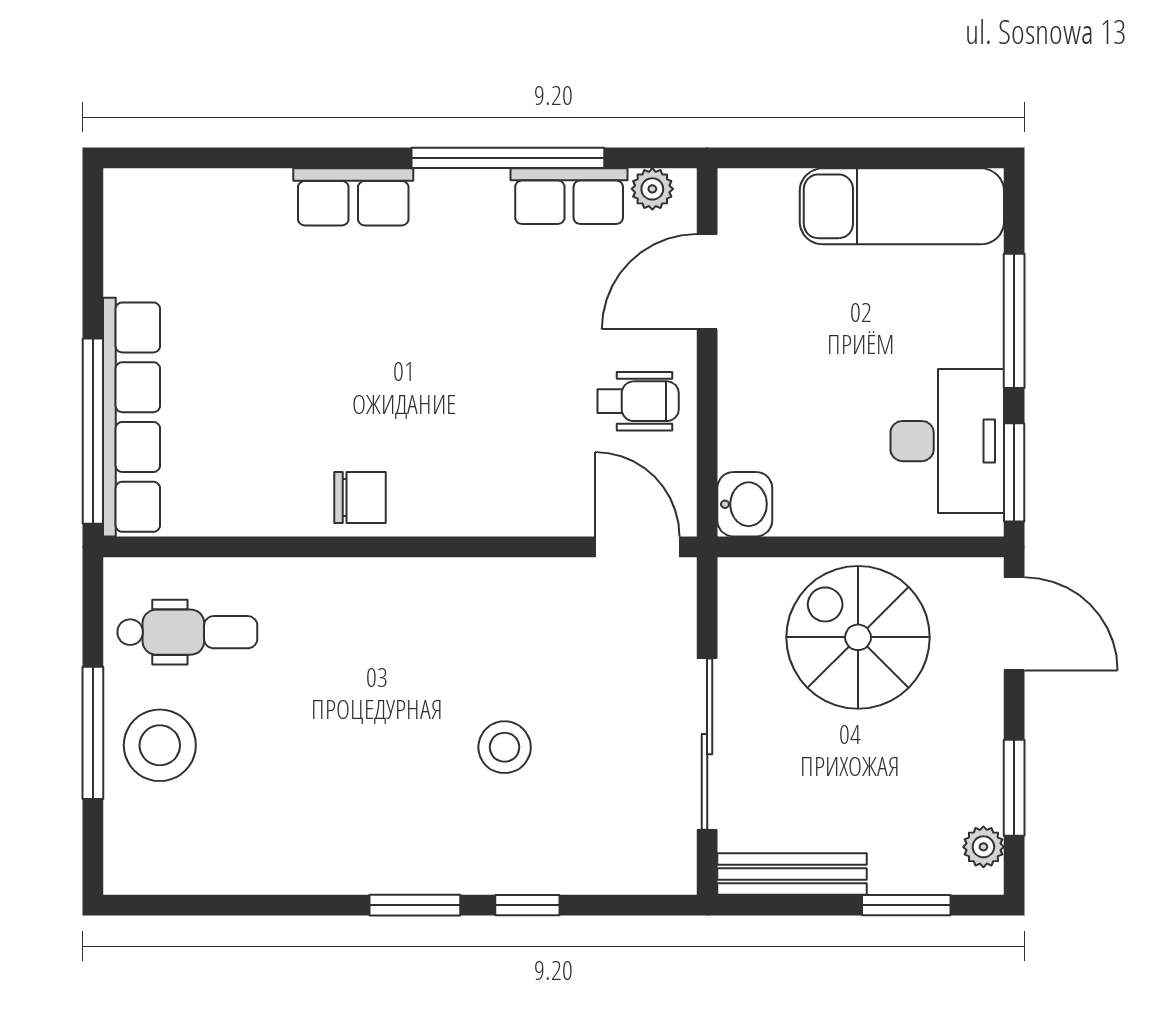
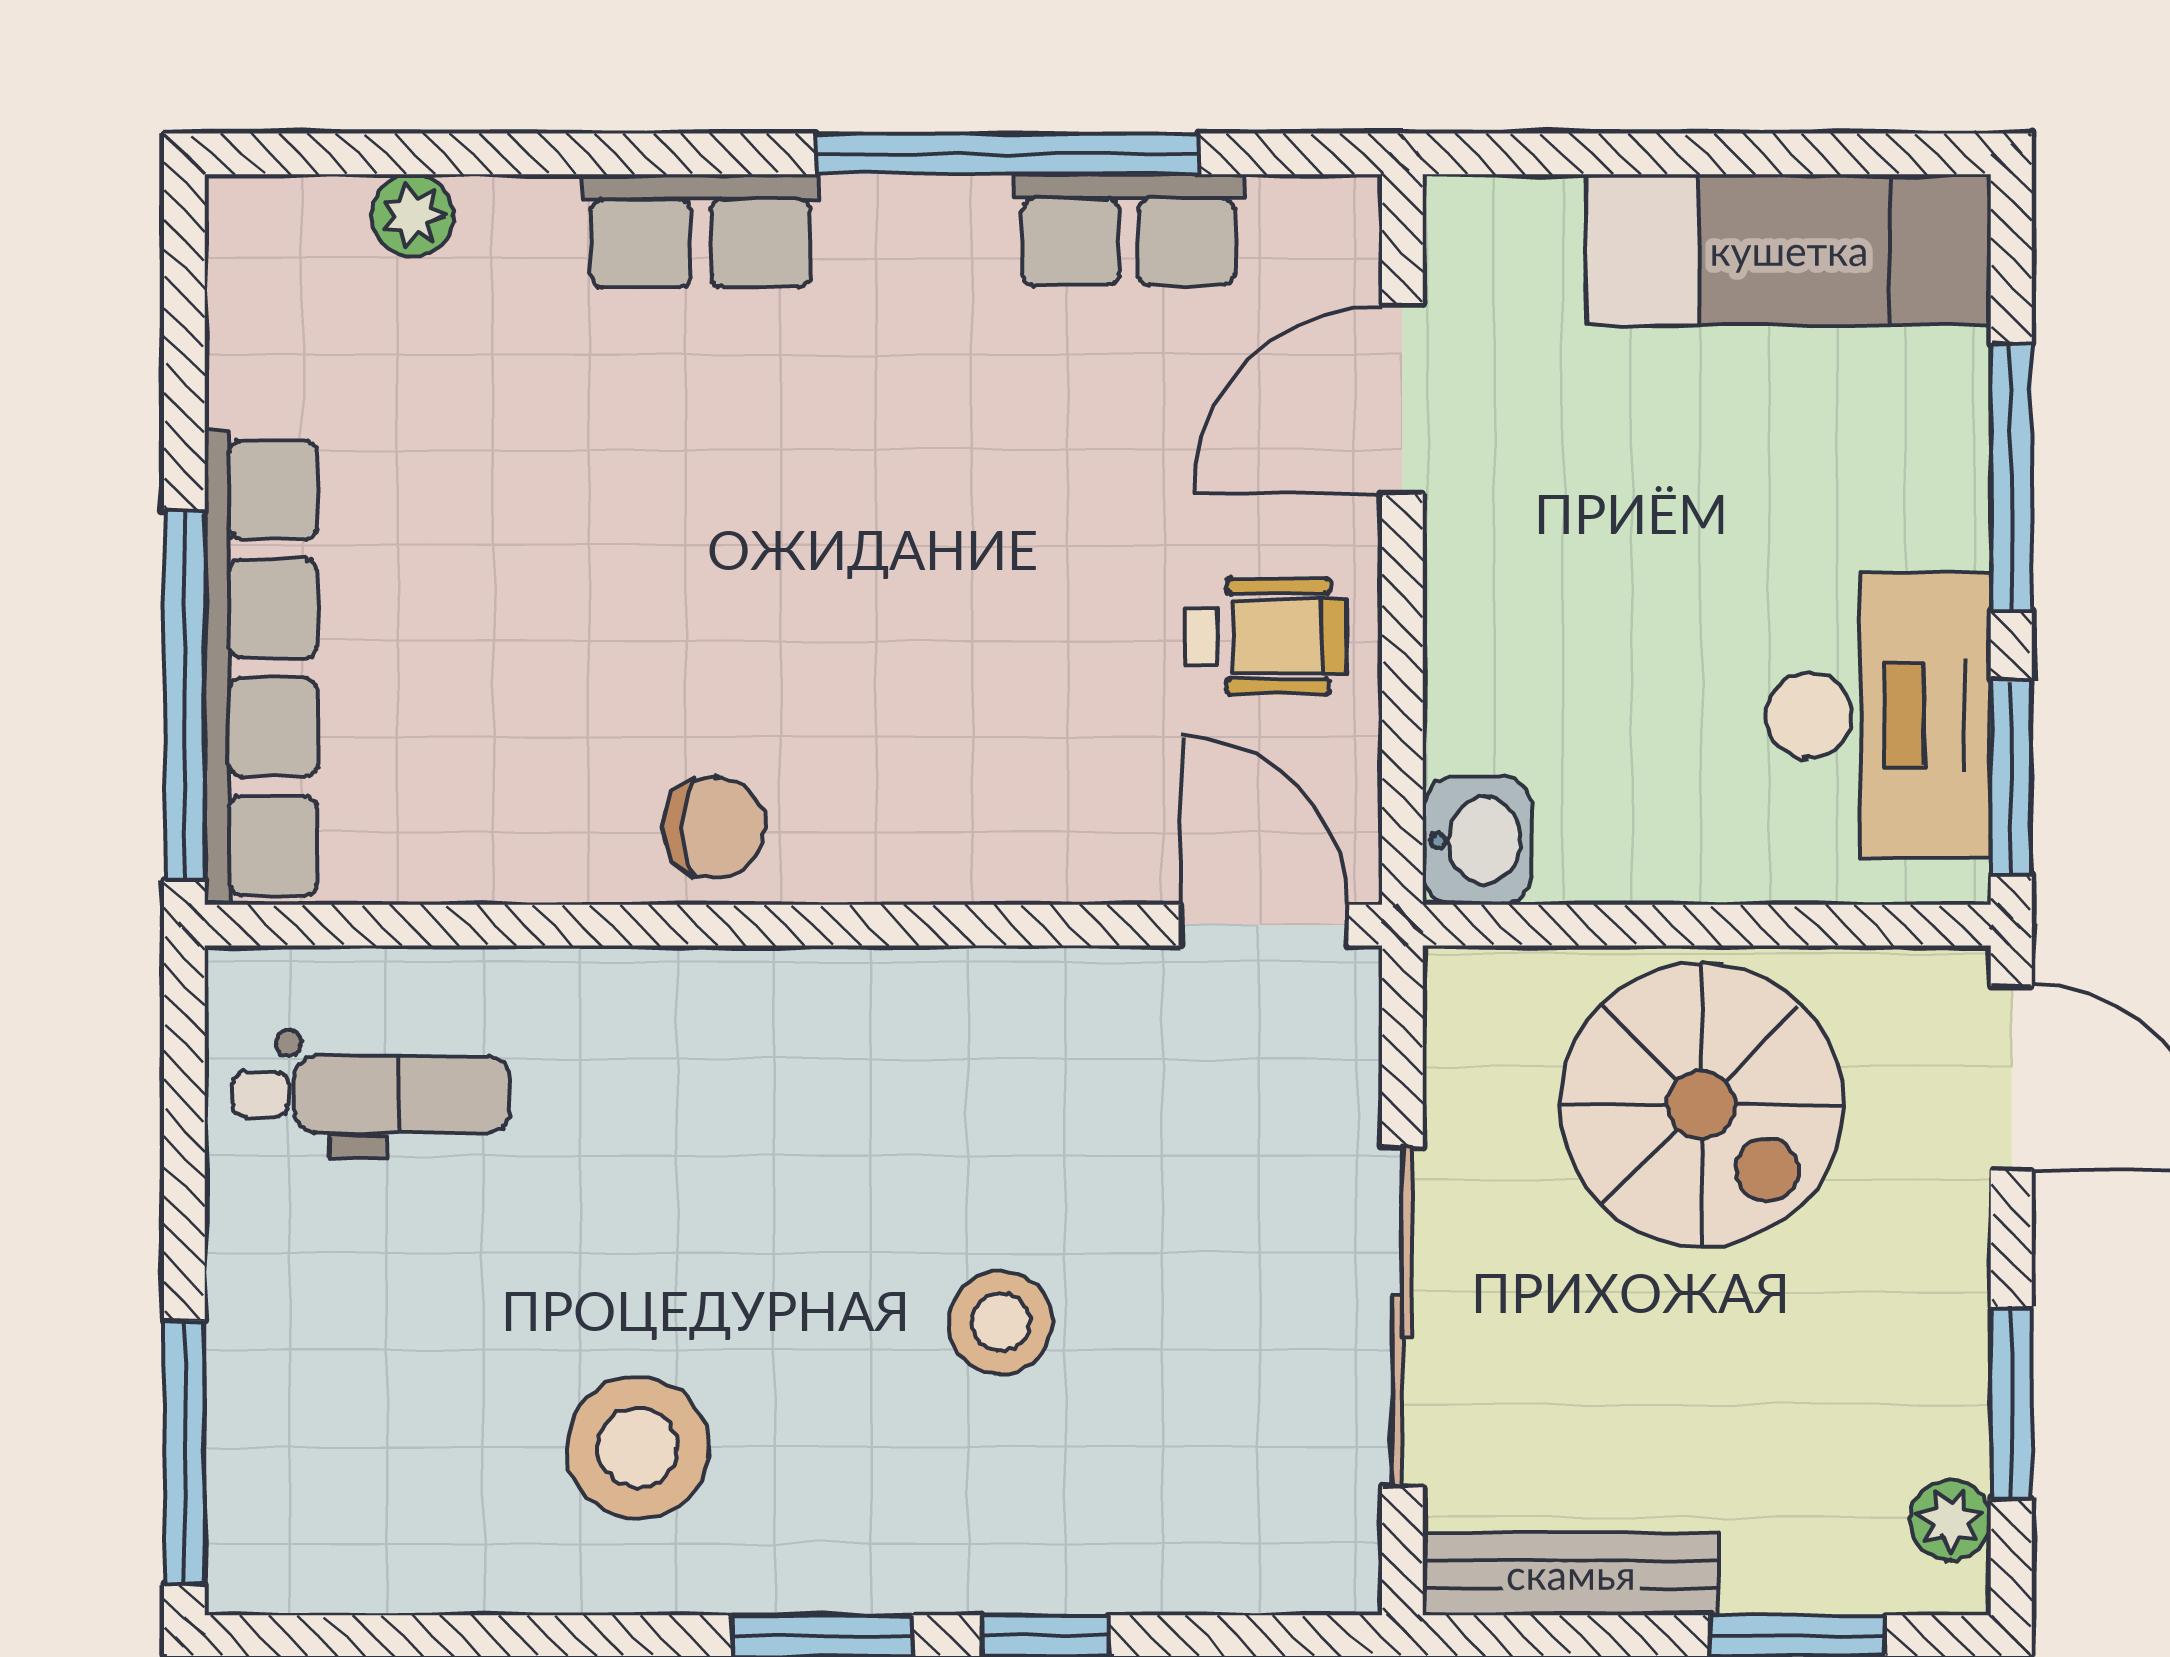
plant: (652, 189) -> (413, 215), moved
spiral stairs: (858, 637) -> (1702, 1105), turned 180
window: (93, 733) -> (184, 1452), moved
stool: (160, 745) -> (637, 1447), moved

